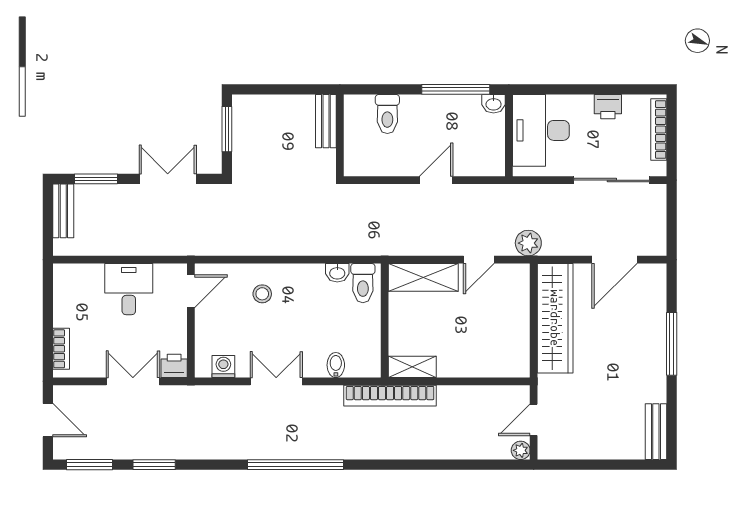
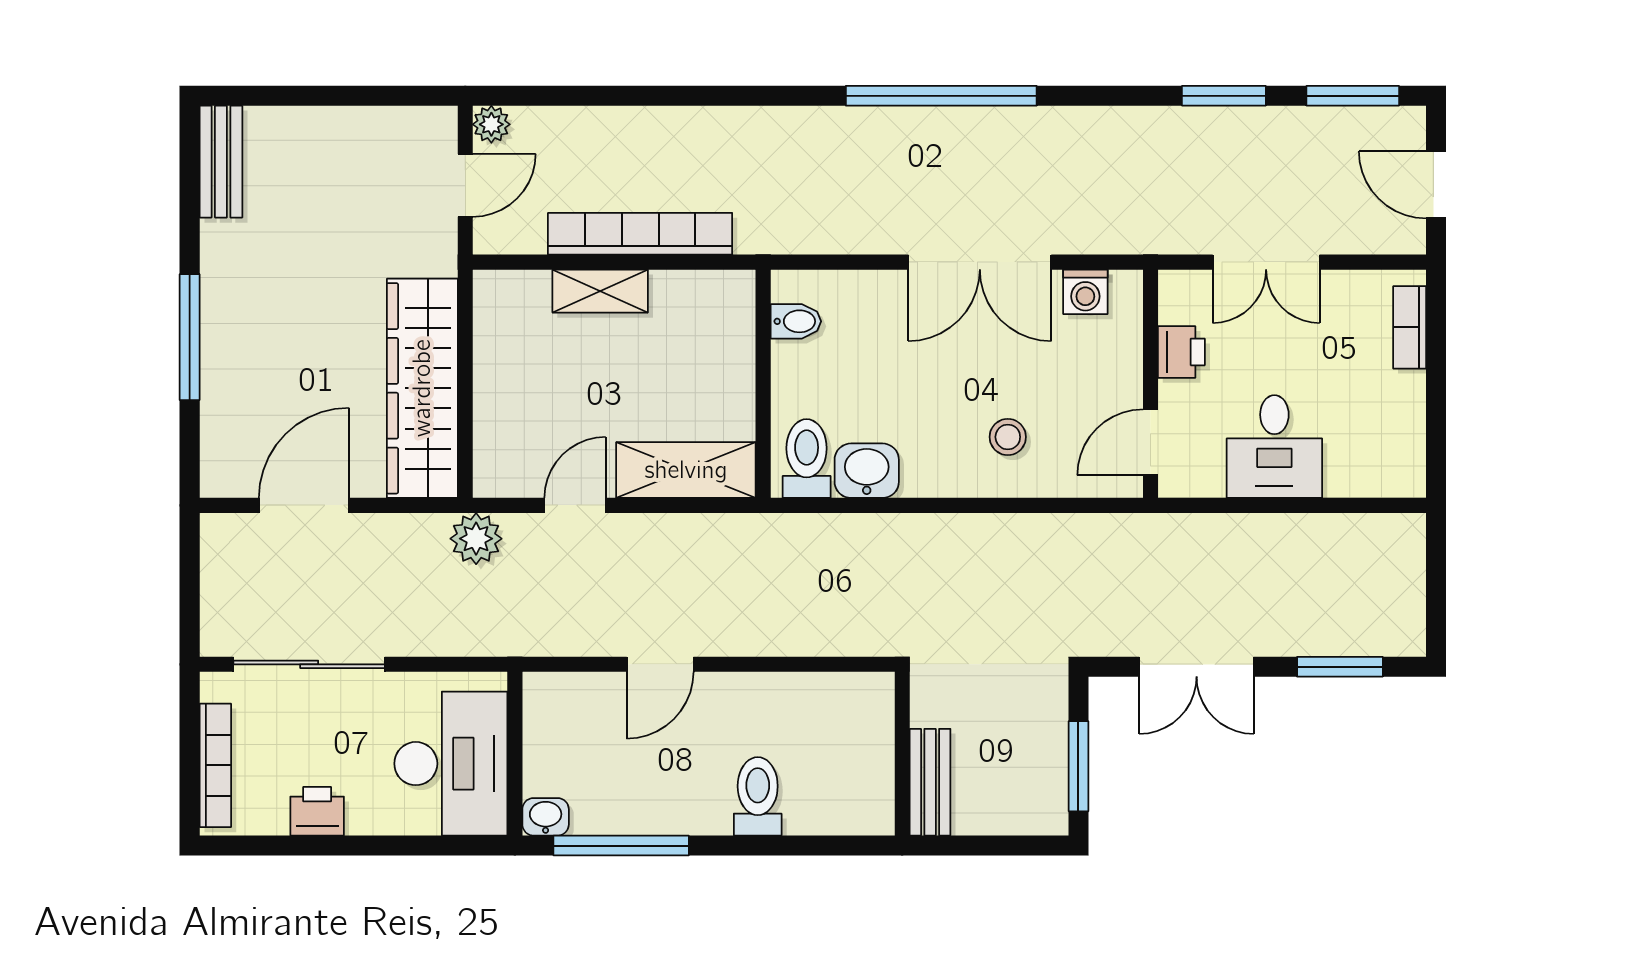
bench: (326, 121) -> (930, 782), moved
wall: (340, 135) -> (902, 754), moved
bench: (63, 211) -> (1405, 603), removed
washbasin: (337, 273) -> (867, 471), width x1.38, depth x1.45
bidet: (336, 365) -> (796, 321), moved, turned -90
printer: (174, 366) -> (1181, 352), moved, turned -90
shelving: (412, 367) -> (600, 291), moved
double door: (276, 381) -> (980, 262), width x1.37
bookcase: (390, 396) -> (640, 234), moved

